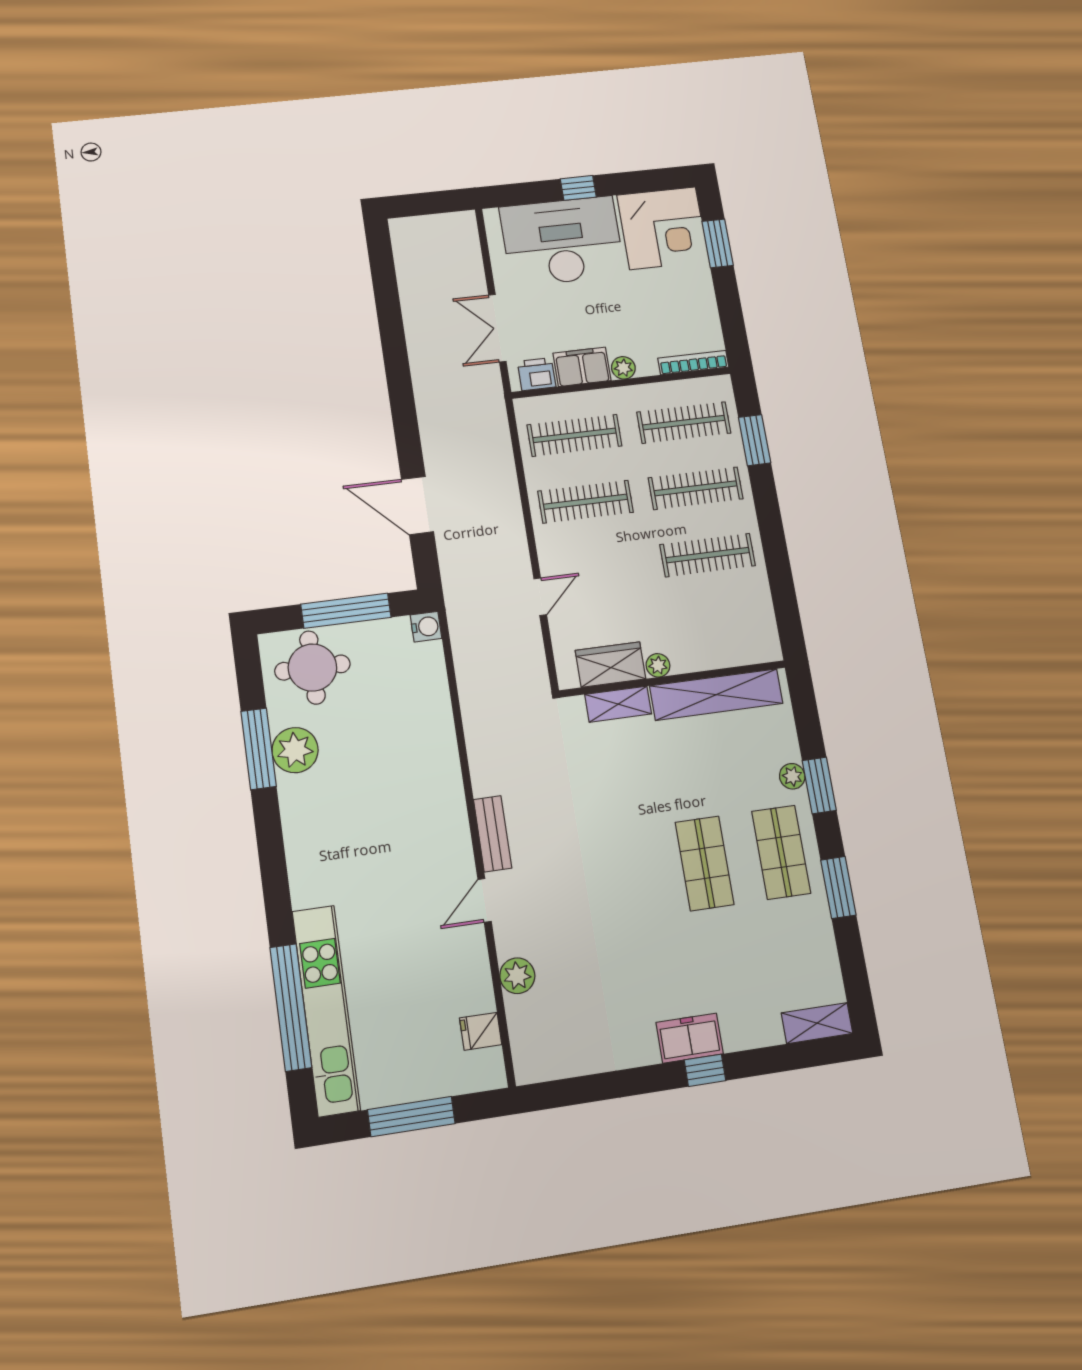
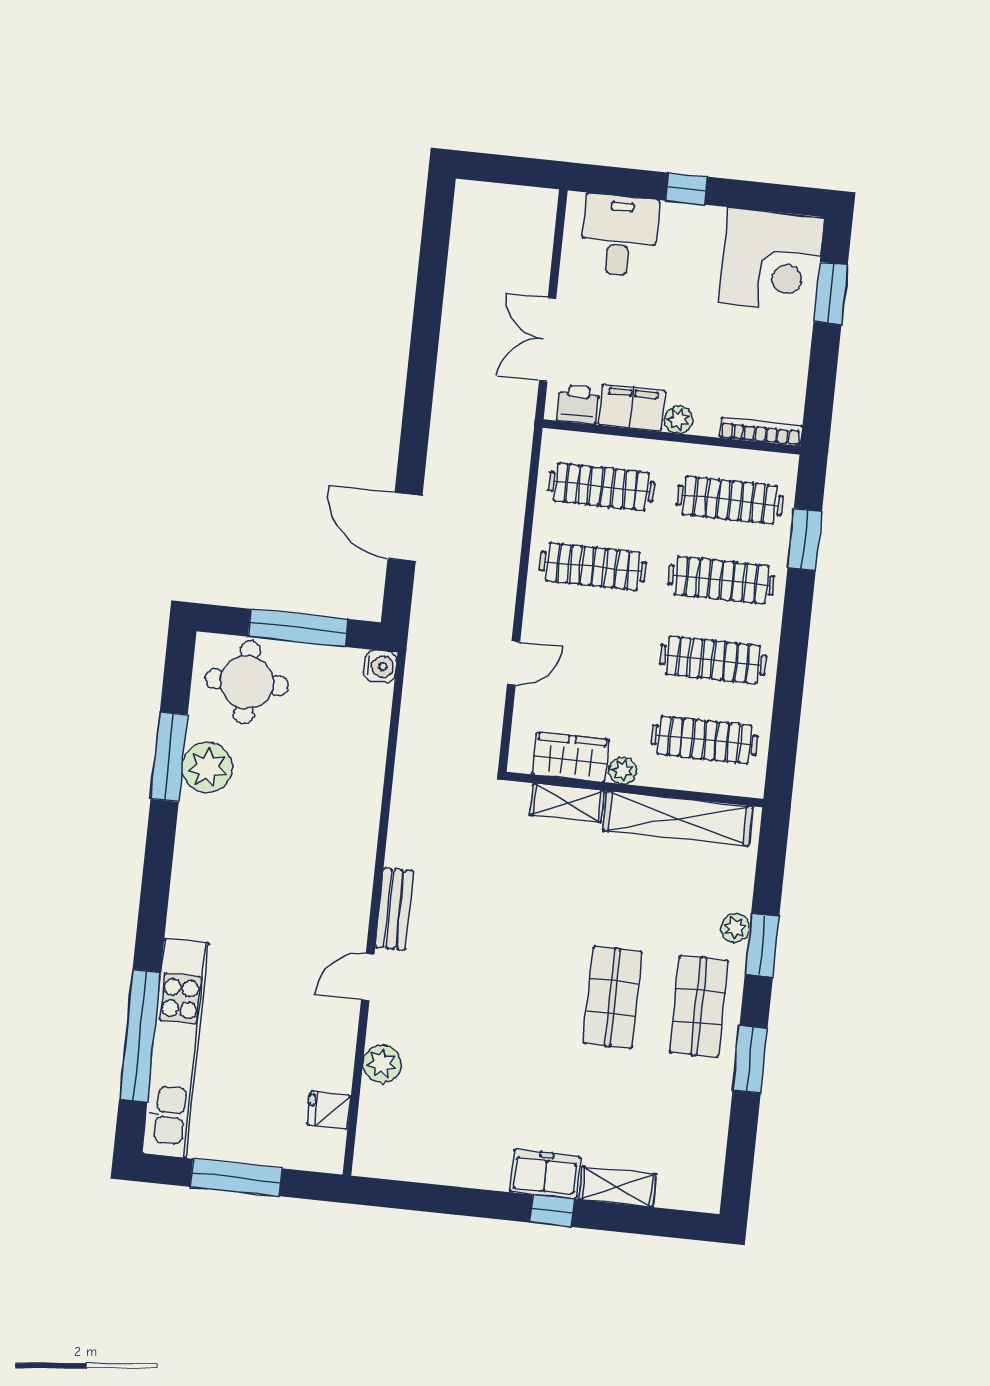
desk: (562, 241) -> (619, 235), width x0.53, depth x0.77
clothes rail: (720, 623) -> (705, 740), added
shelving: (817, 1023) -> (617, 1187), moved

